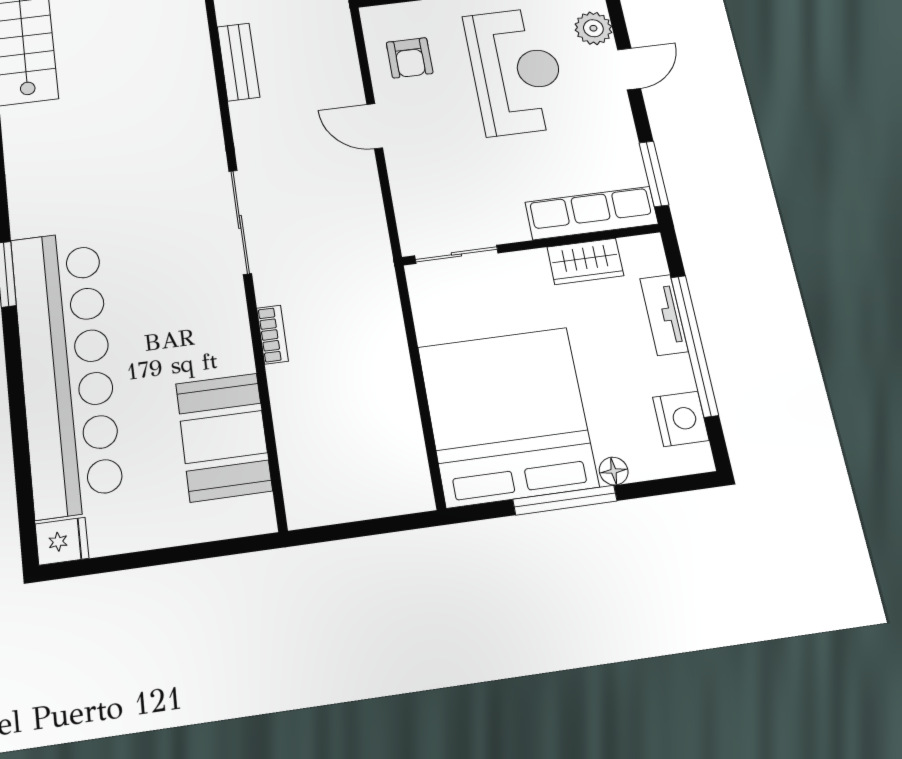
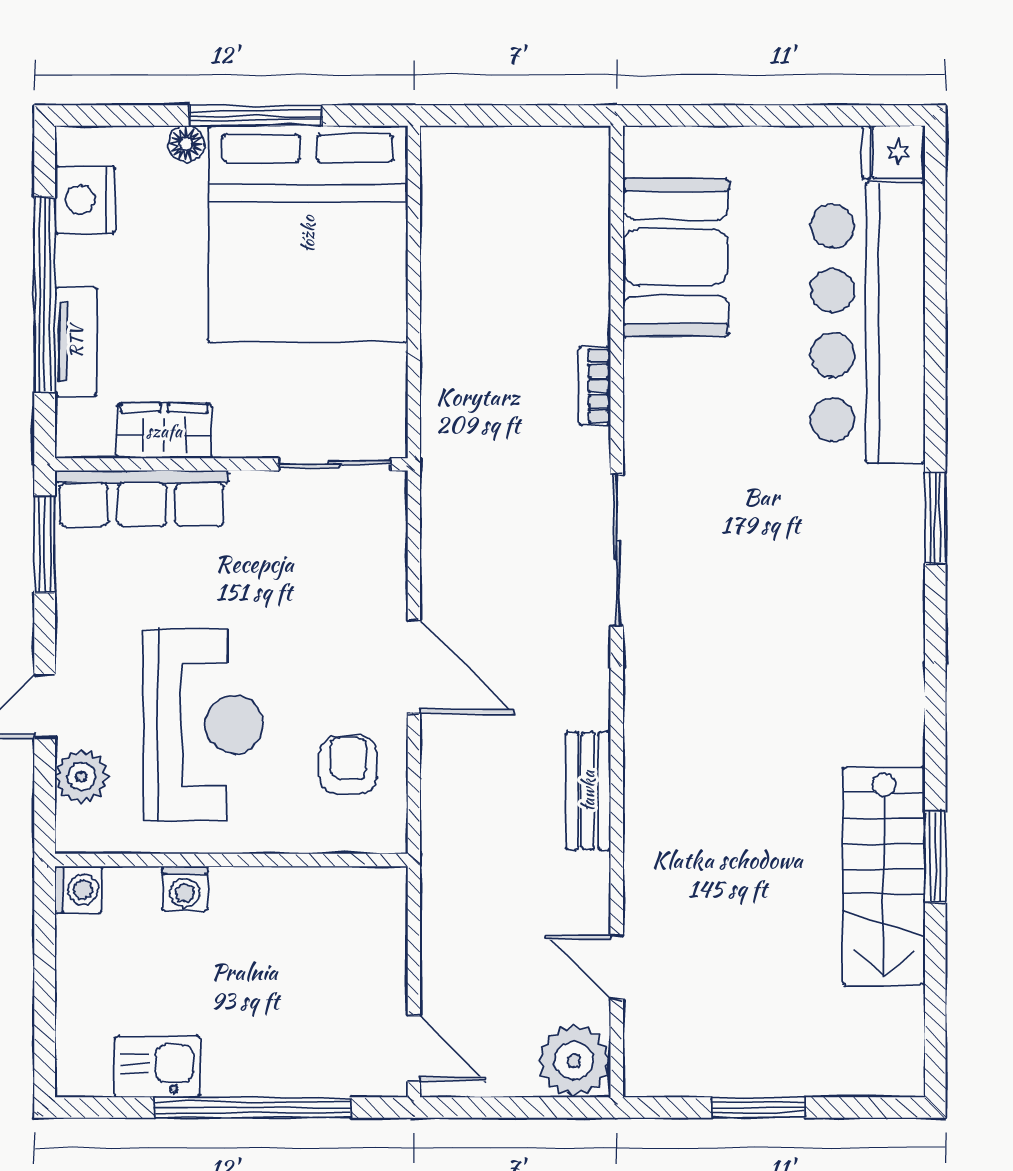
reception desk: (516, 71) -> (203, 724), turned 180
door: (375, 126) -> (414, 667), width x1.37
bar counter: (66, 371) -> (868, 323), width x0.73

